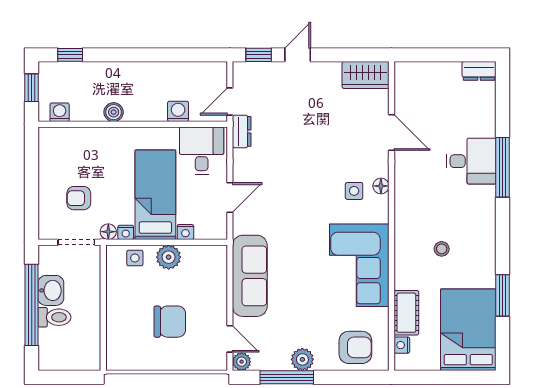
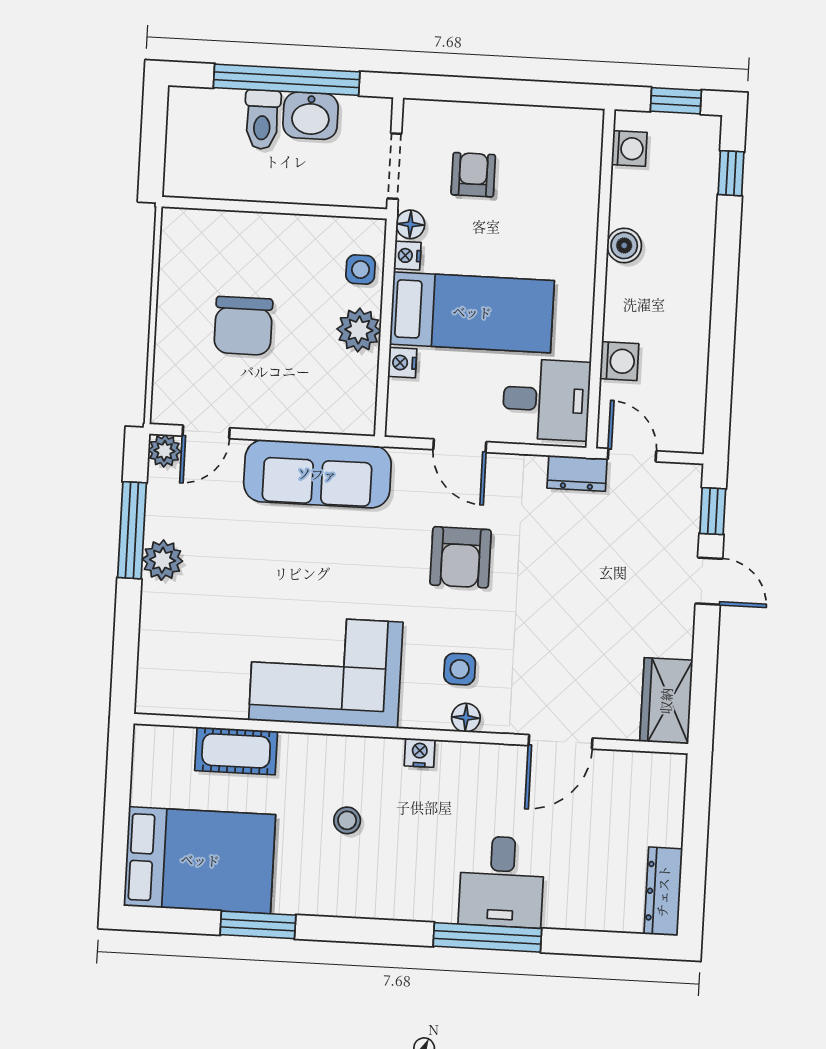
dresser: (479, 71) -> (663, 891), width x1.44
nightstand: (402, 345) -> (420, 753), moved
armchair: (355, 347) -> (461, 557), moved

